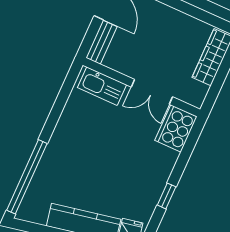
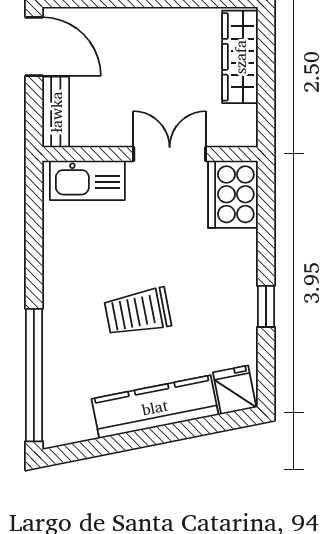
double door: (152, 92) -> (170, 154), swing flipped
trolley: (97, 168) -> (138, 312), added

